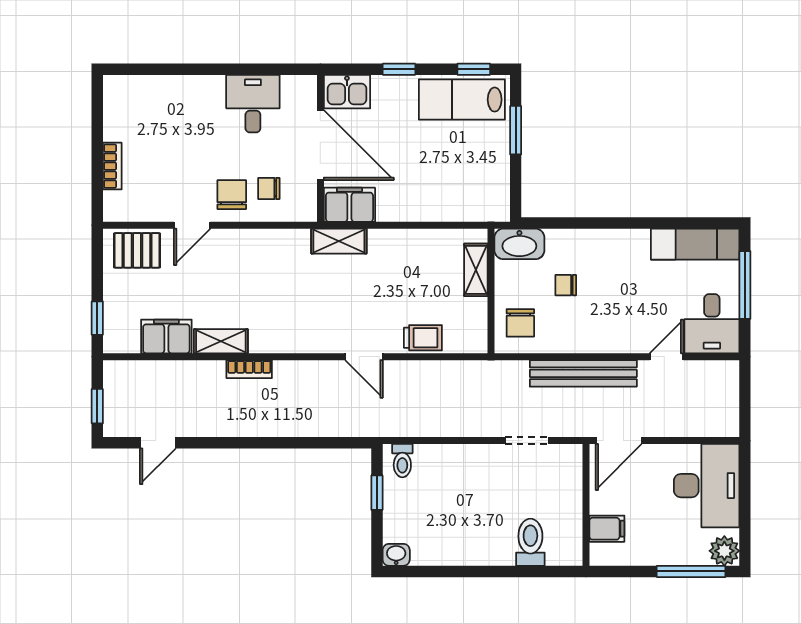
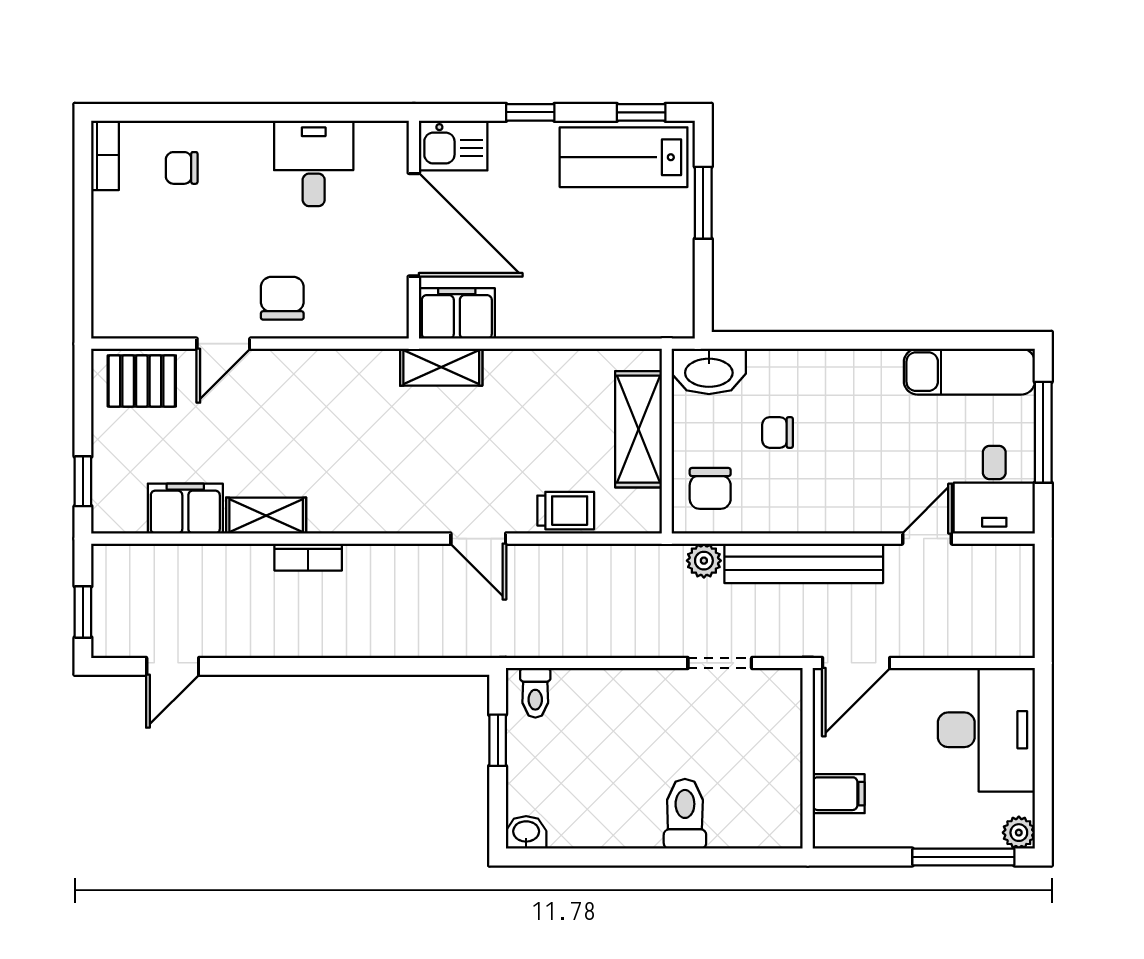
bookcase: (112, 166) -> (105, 155), moved
chair: (269, 189) -> (182, 168), moved
shelving: (476, 270) -> (638, 429), width x1.50, depth x1.33
plant: (516, 372) -> (704, 561), added
toilet: (530, 542) -> (685, 814), moved
plant: (724, 551) -> (1019, 833), width x0.73, depth x0.73

